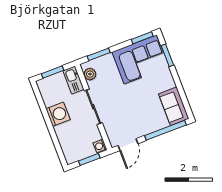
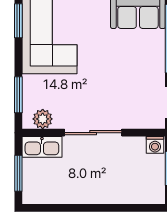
washing machine: (58, 114) -> (84, 189), removed

